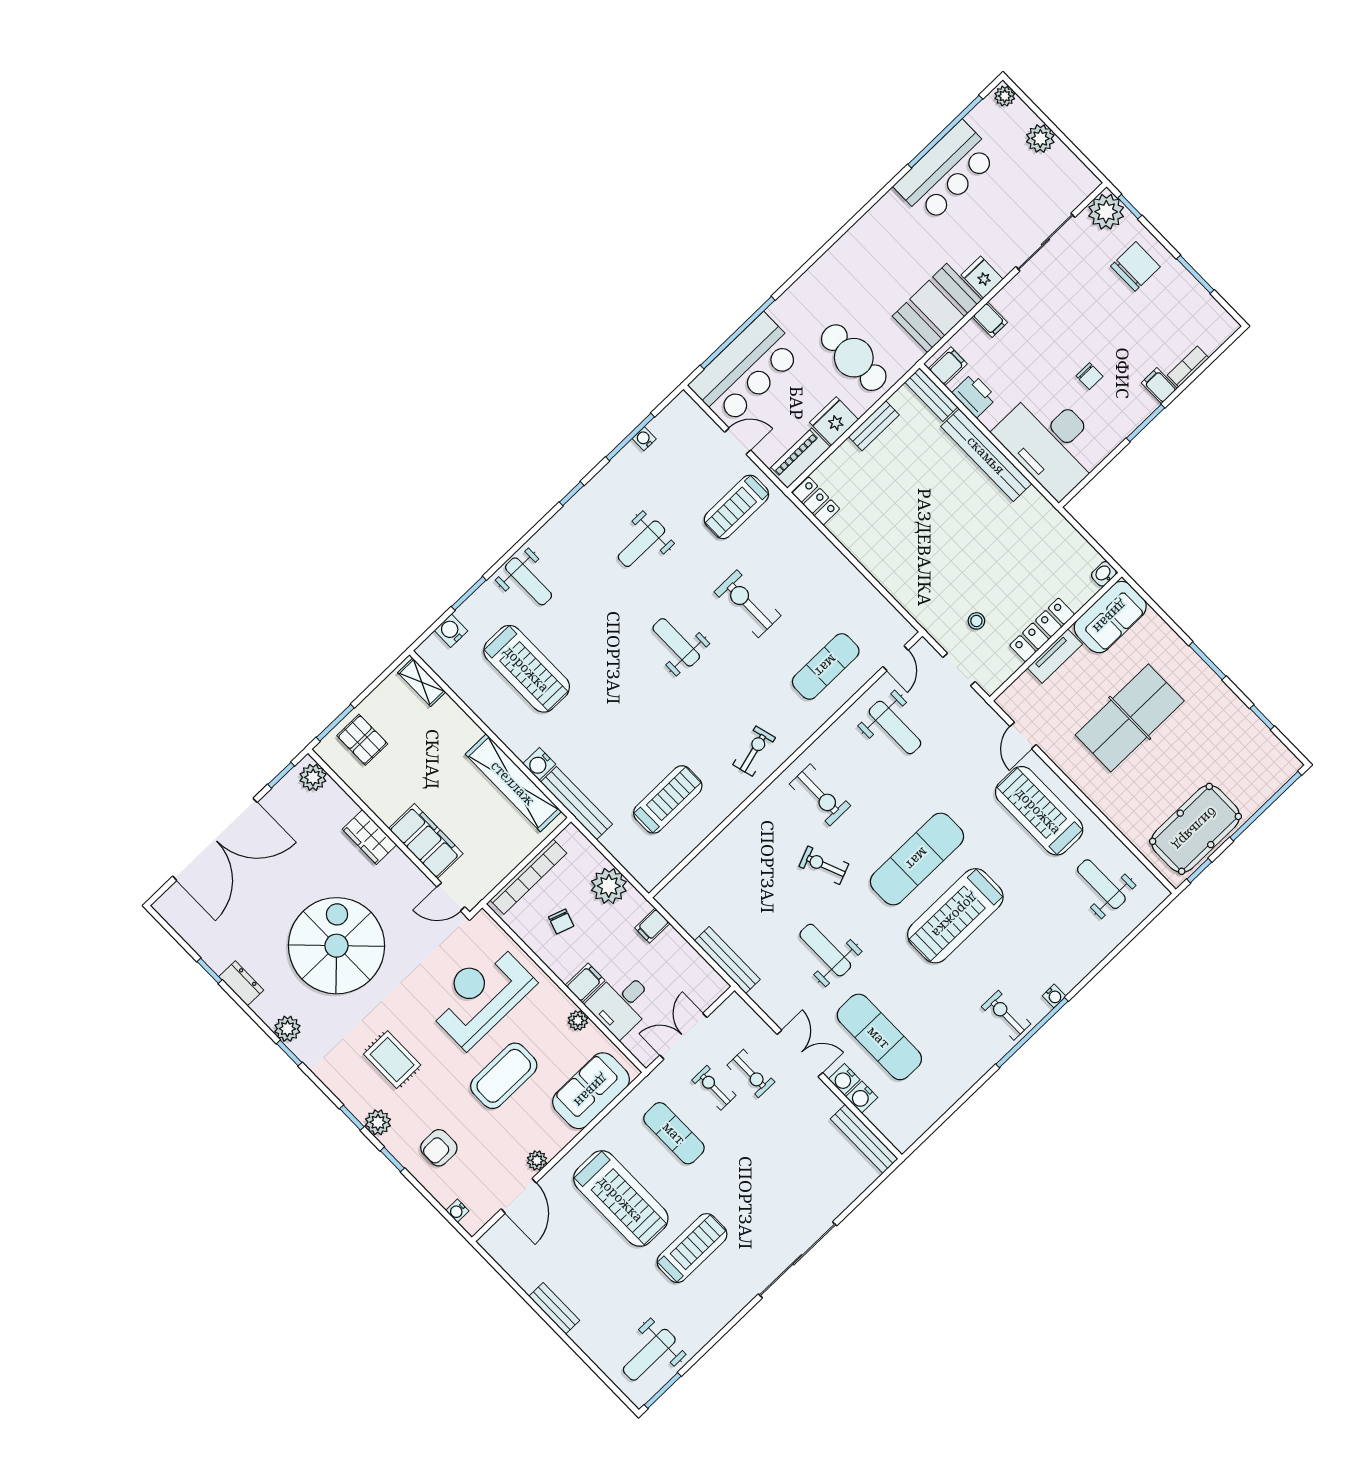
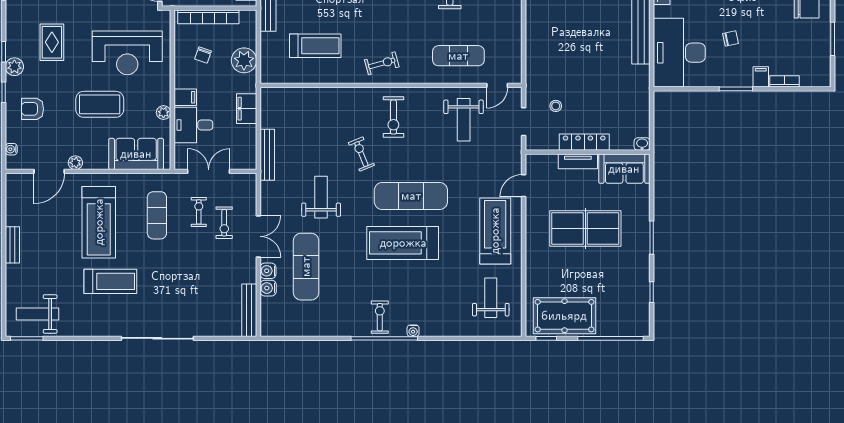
chair: (1089, 376) -> (731, 38), turned -102
filing cabinet: (652, 926) -> (247, 109), width x2.00
reception desk: (481, 995) -> (127, 53), turned 180

